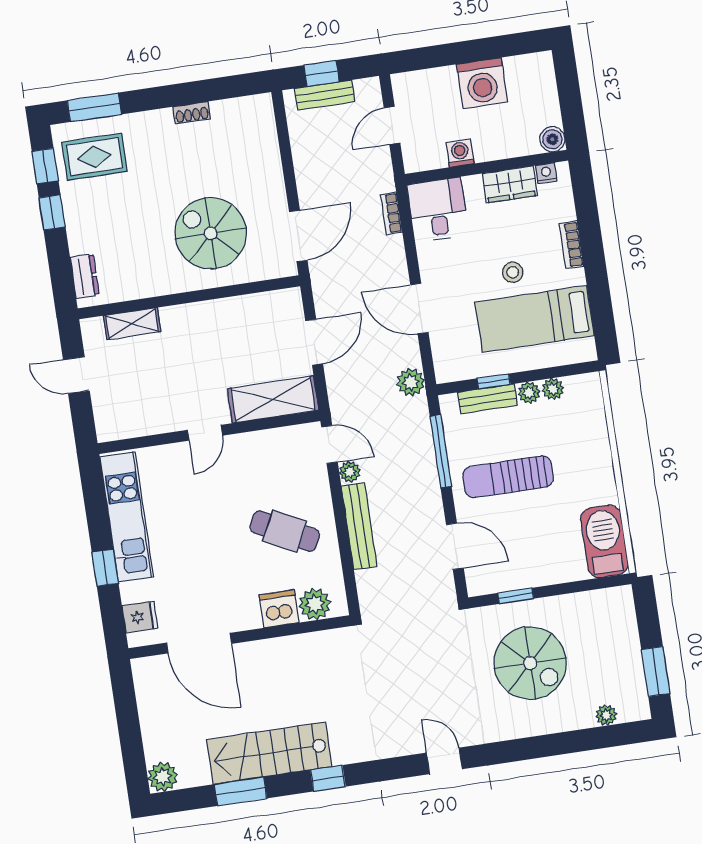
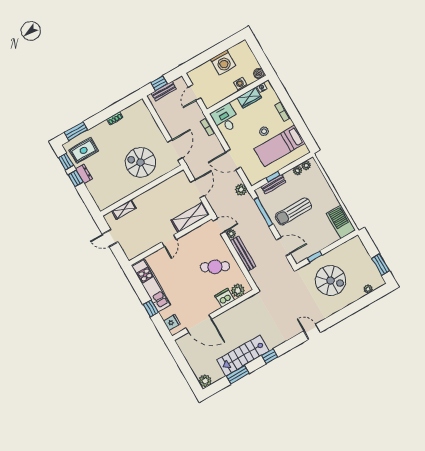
washing machine: (460, 153) -> (240, 84), moved
dresser: (85, 276) -> (84, 174), moved
plant: (529, 393) -> (306, 165), moved

